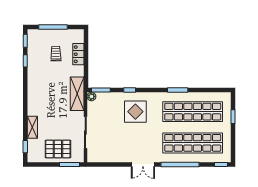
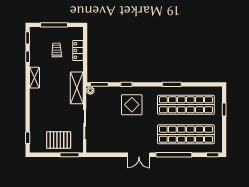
shelving: (32, 127) -> (35, 78), moved

